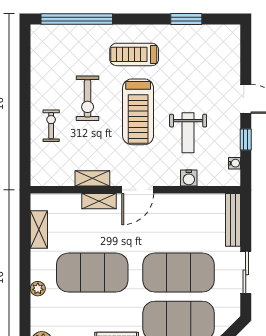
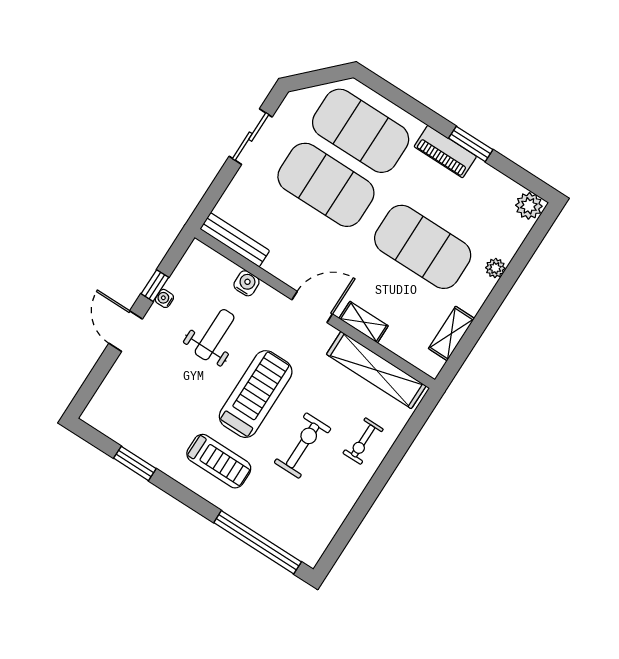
water cooler: (234, 163) -> (164, 298), moved
shelving: (92, 178) -> (376, 370), width x2.20, depth x1.33
bench: (233, 220) -> (235, 240), moved, turned 90

